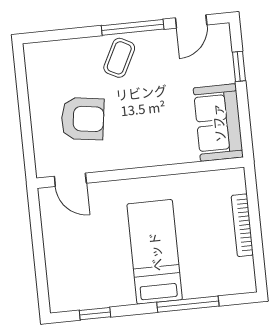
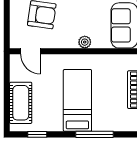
plant: (157, 156) -> (85, 42), added
cot: (63, 265) -> (21, 103), added

